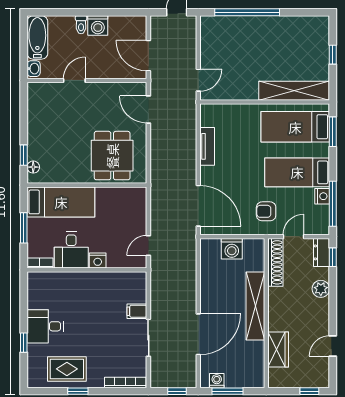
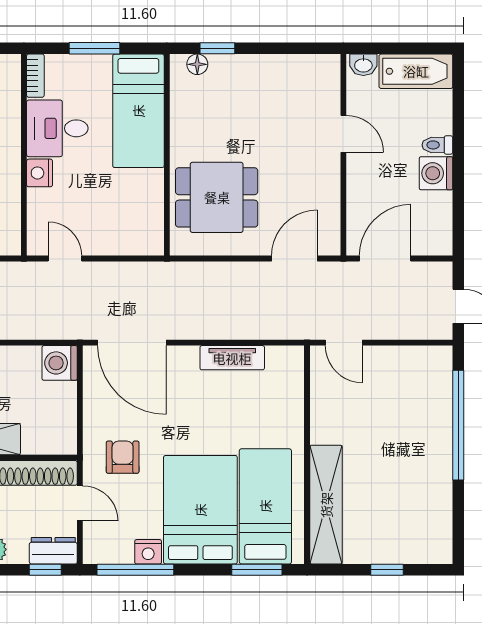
bed: (297, 172) -> (200, 510), width x1.50
door: (198, 206) -> (132, 343), hinge flipped
washing machine: (232, 249) -> (60, 363), moved

